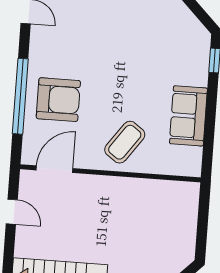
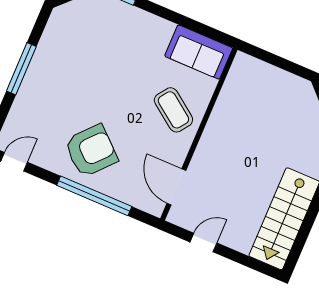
armchair: (58, 100) -> (91, 151), moved, turned 42
sofa: (188, 116) -> (199, 52), moved

